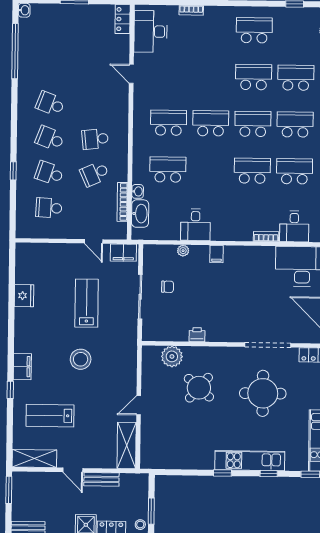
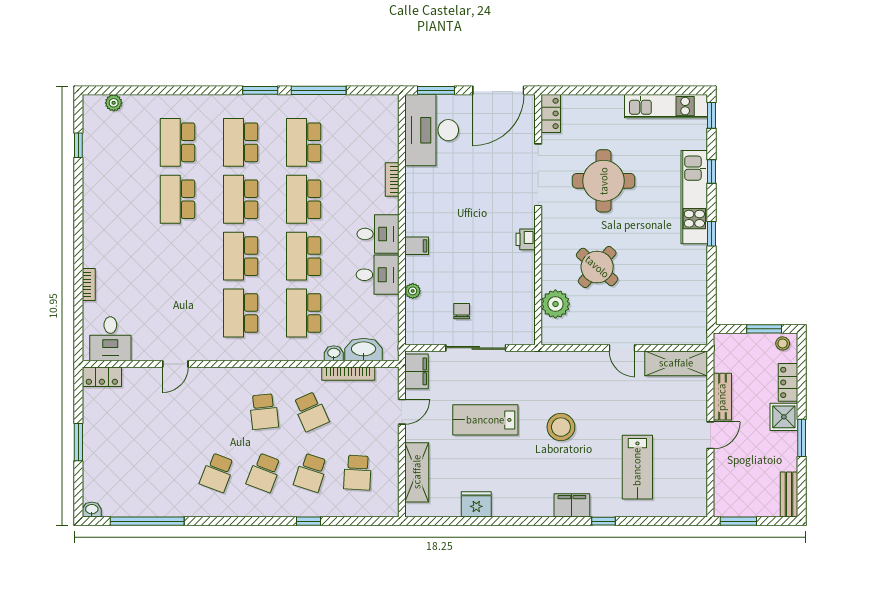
school desk: (254, 30) -> (304, 256), moved
desk: (151, 31) -> (110, 339), width x0.73
desk: (294, 226) -> (378, 234), moved
printer: (197, 335) -> (526, 239), moved
shelving: (34, 458) -> (417, 472), moved

